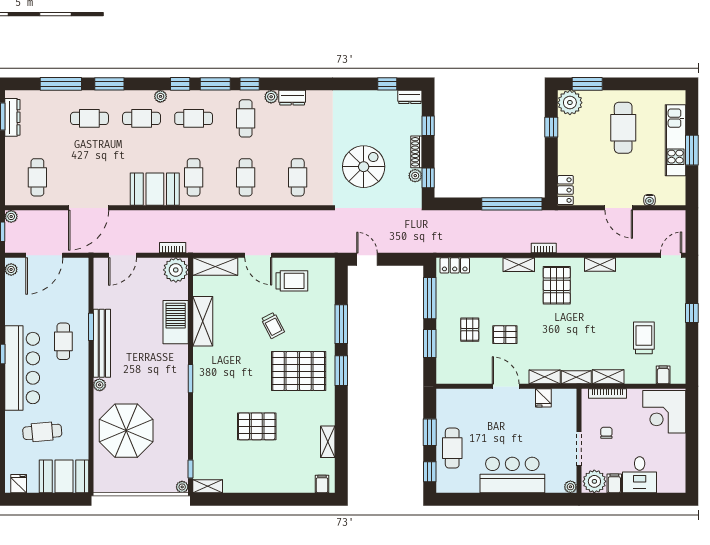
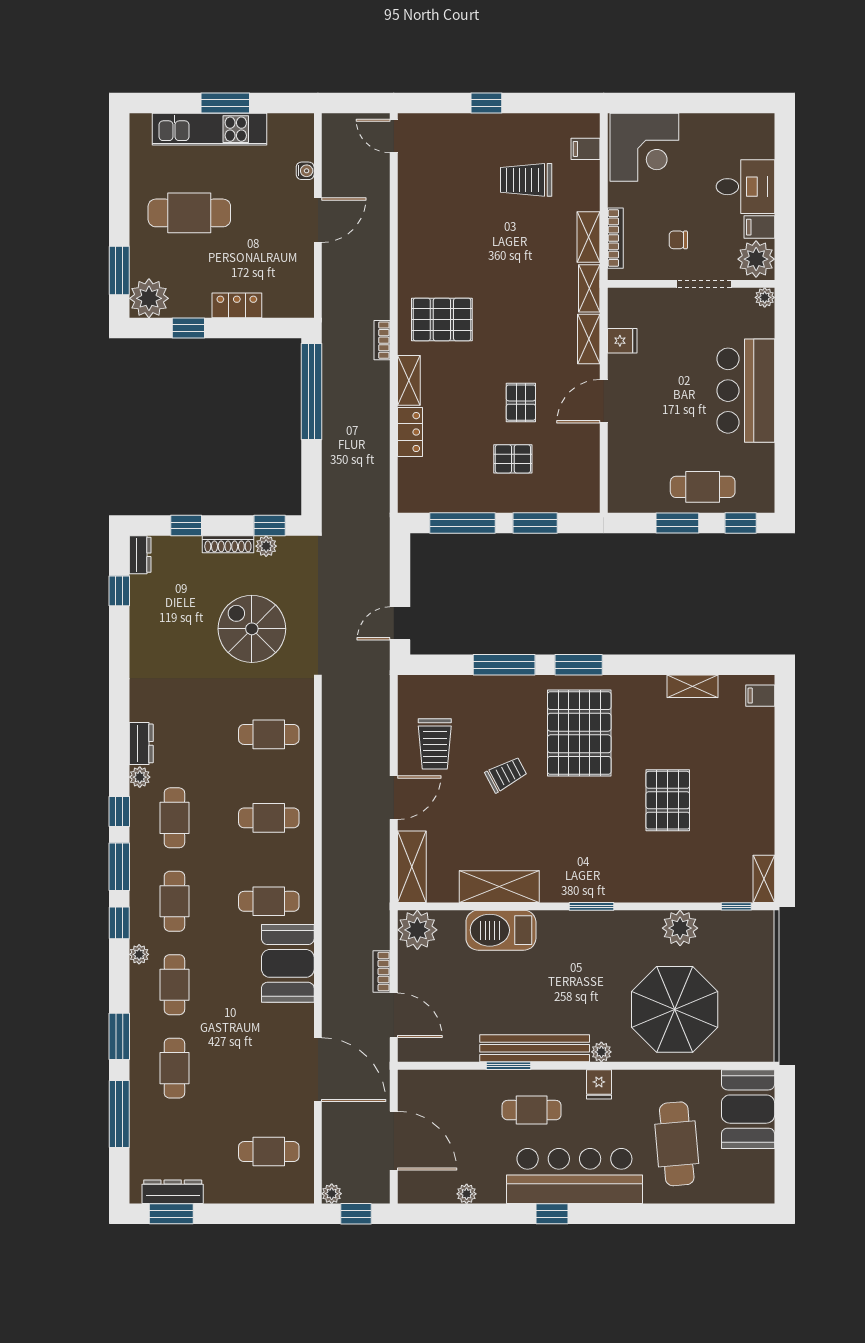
cafe table: (246, 118) -> (174, 818), turned 90
locker: (565, 190) -> (237, 305), moved
bookcase: (173, 248) -> (382, 971), moved
locker: (455, 265) -> (410, 432), moved
shelving: (600, 265) -> (409, 250), removed
plant: (11, 269) -> (467, 1194), moved
trolley: (292, 281) -> (435, 744), turned 180
cafe table: (42, 432) -> (677, 1144), width x1.37, depth x1.35
fridge: (19, 484) -> (599, 1084), moved, turned -90
plant: (182, 487) -> (680, 928), moved, width x1.88, depth x1.88

